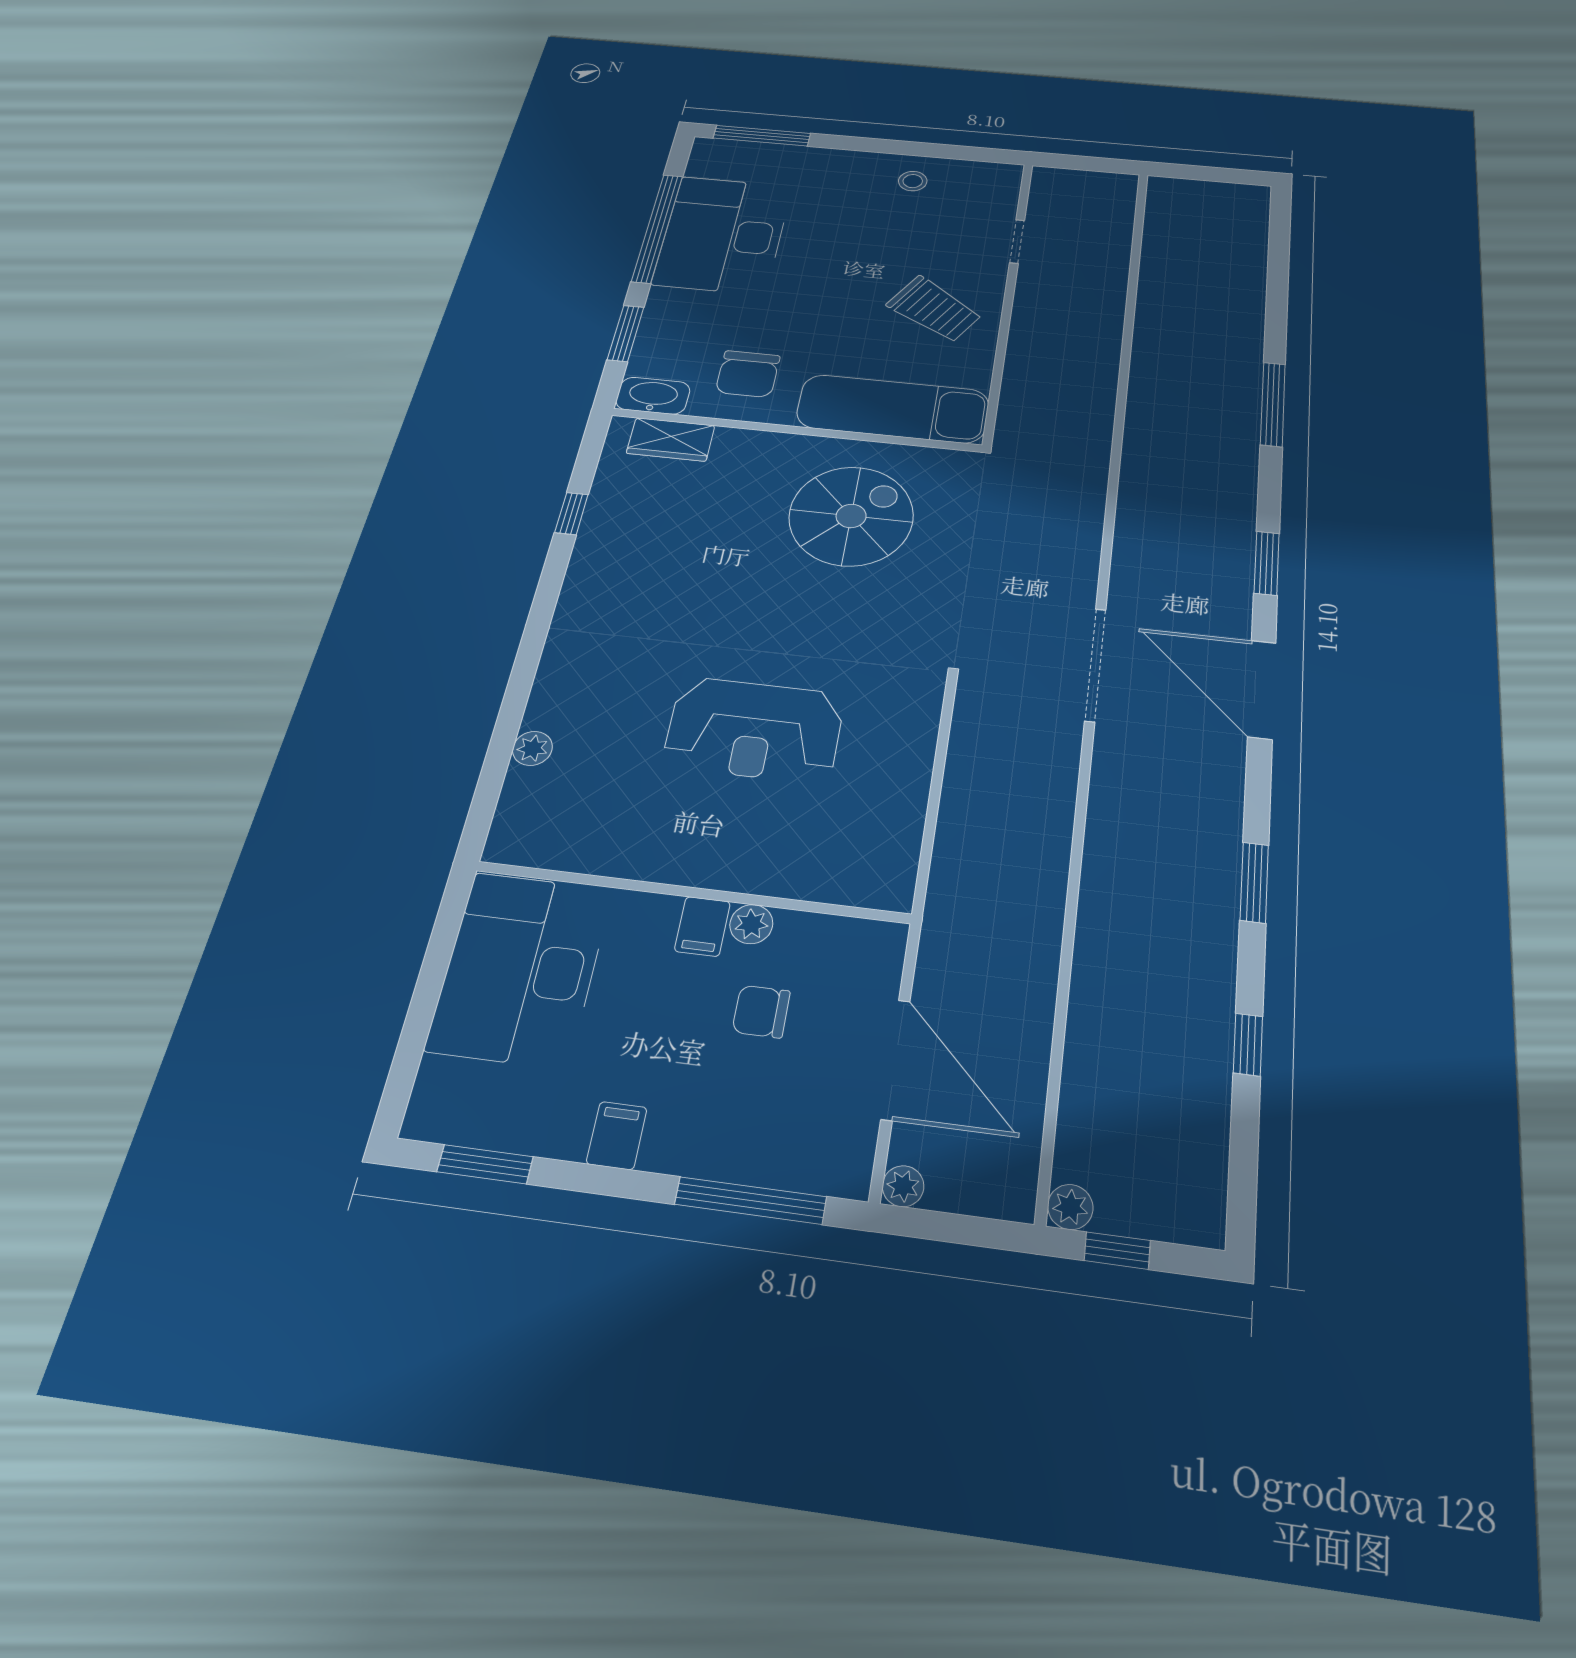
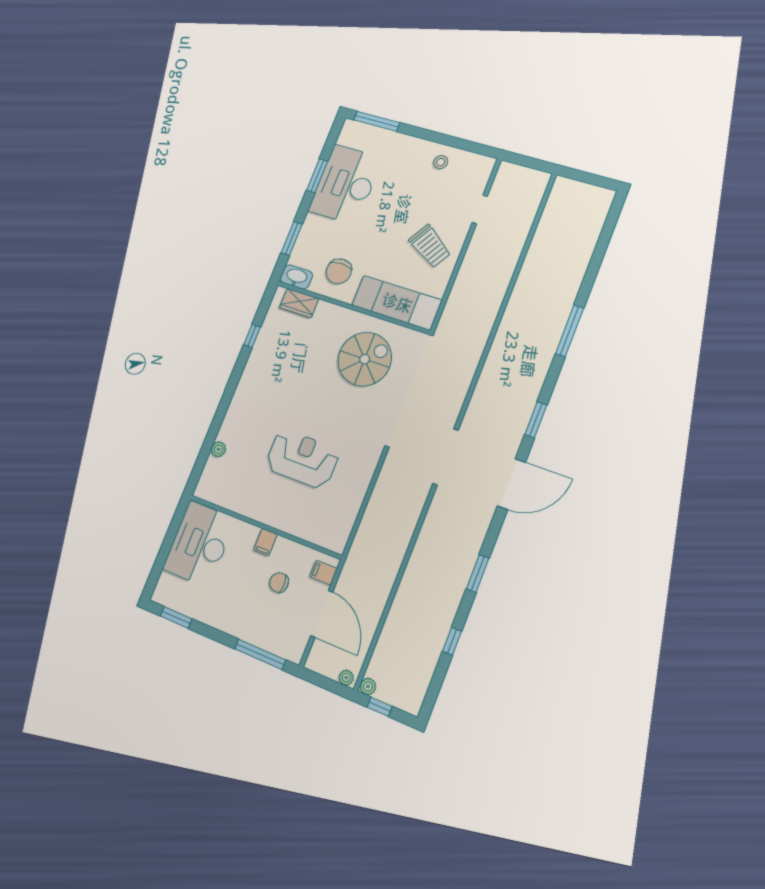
window: (657, 228) -> (317, 176), width x0.47
door: (1262, 689) -> (511, 484), swing flipped
reception desk: (754, 730) -> (302, 459), turned 180
plant: (751, 924) -> (283, 546), removed
filing cabinet: (617, 1135) -> (323, 573), moved, turned -90
plant: (903, 1186) -> (346, 678), moved

